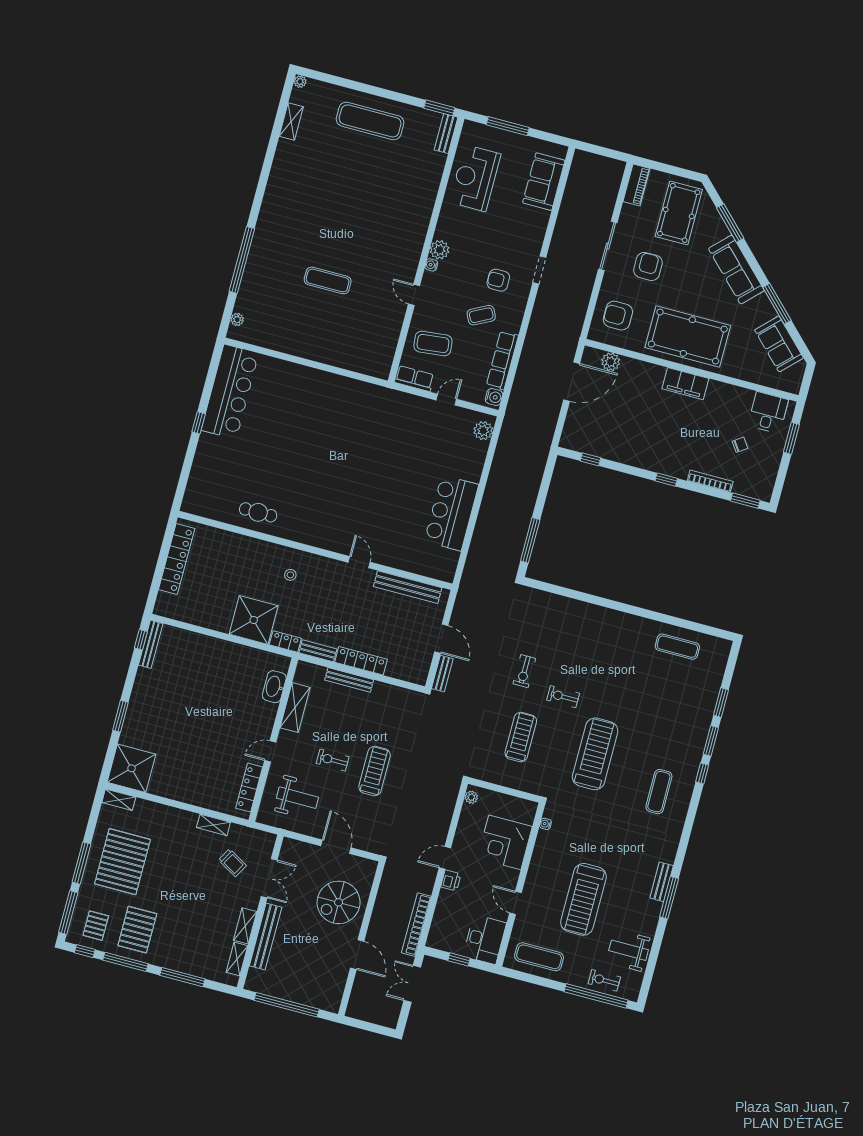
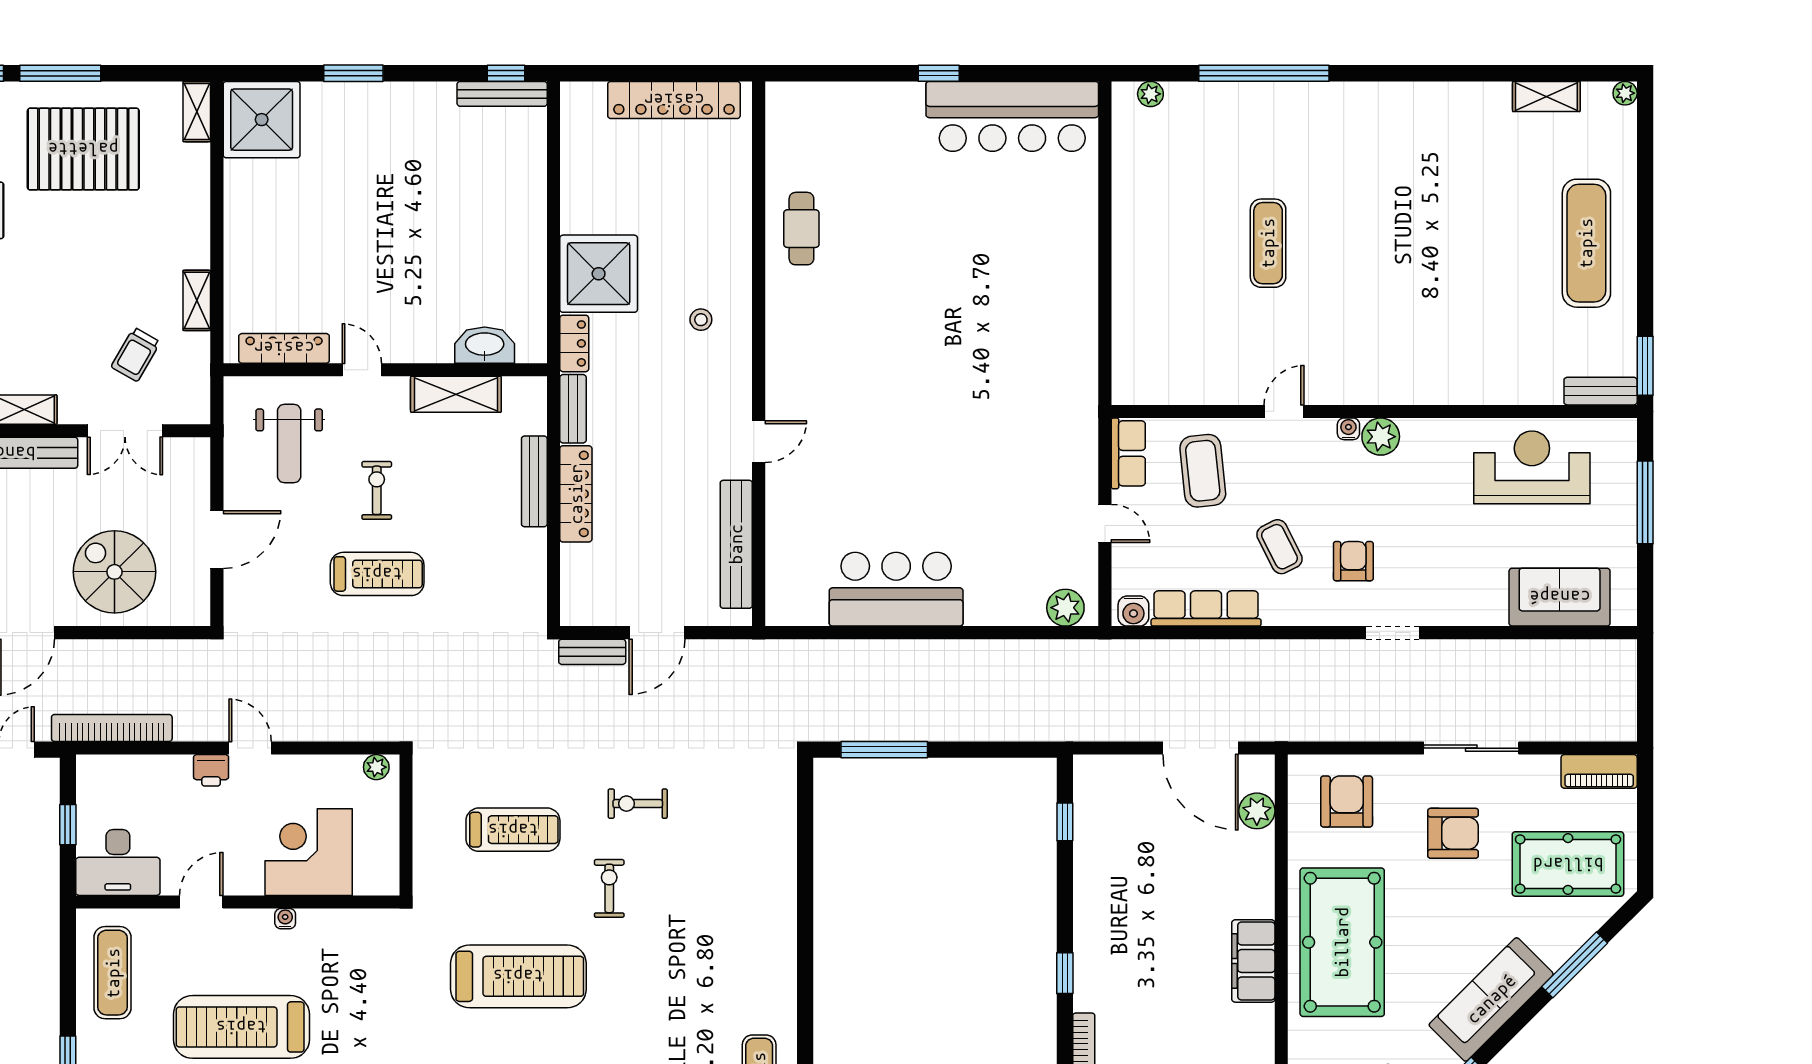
water cooler: (545, 824) -> (285, 919), moved

